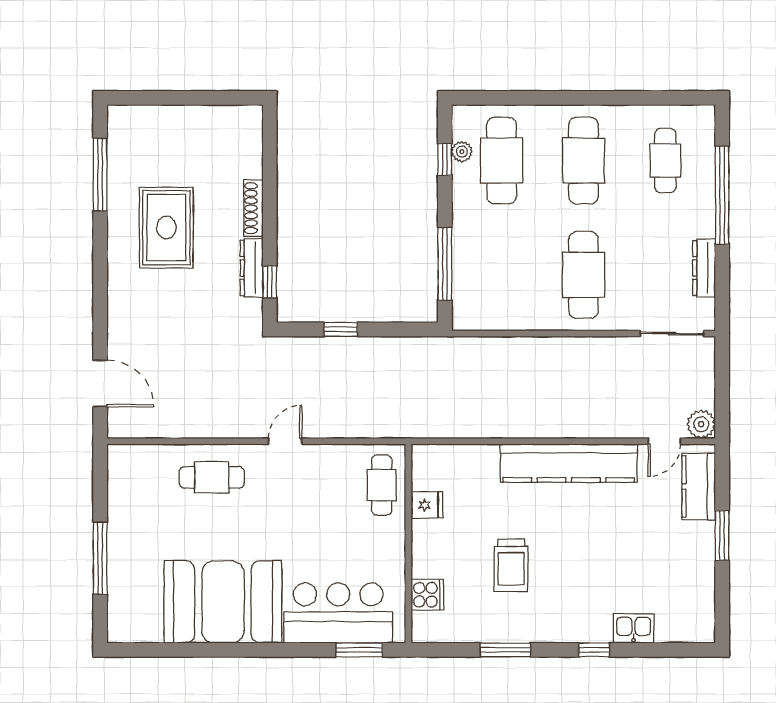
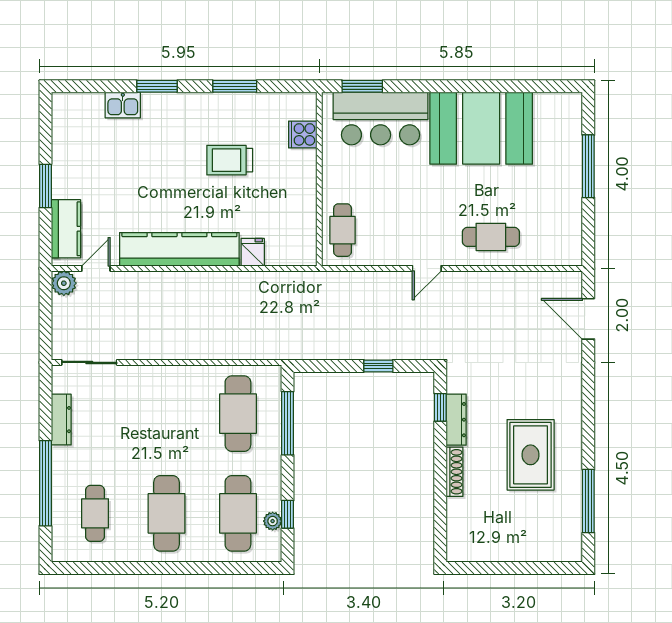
cafe table: (583, 275) -> (238, 414), moved
fridge: (427, 505) -> (253, 252), moved, turned 90
trolley: (511, 565) -> (230, 160), turned -90
window: (594, 650) -> (157, 86), width x1.50

